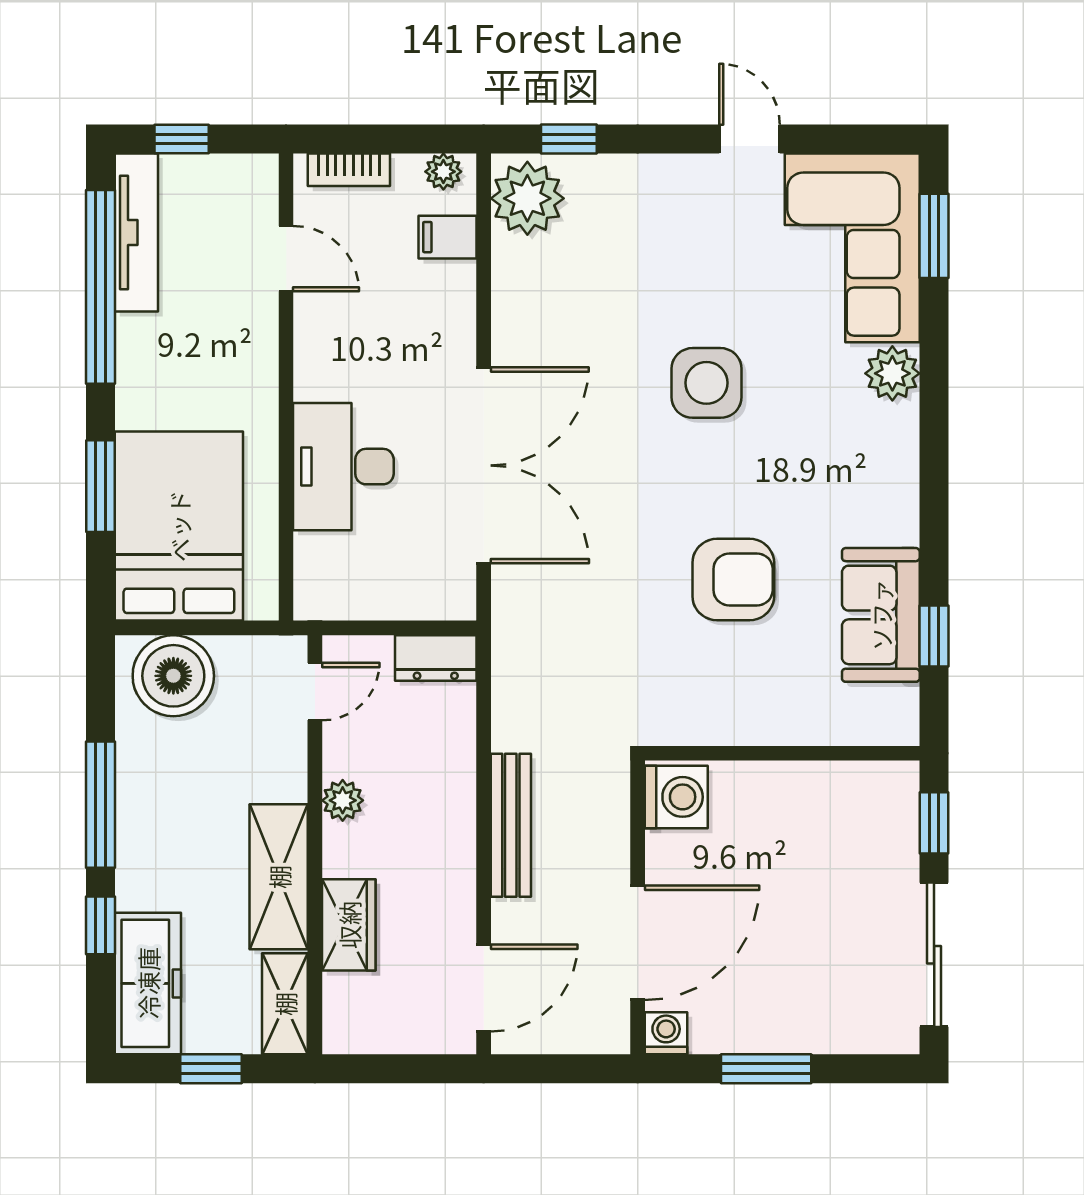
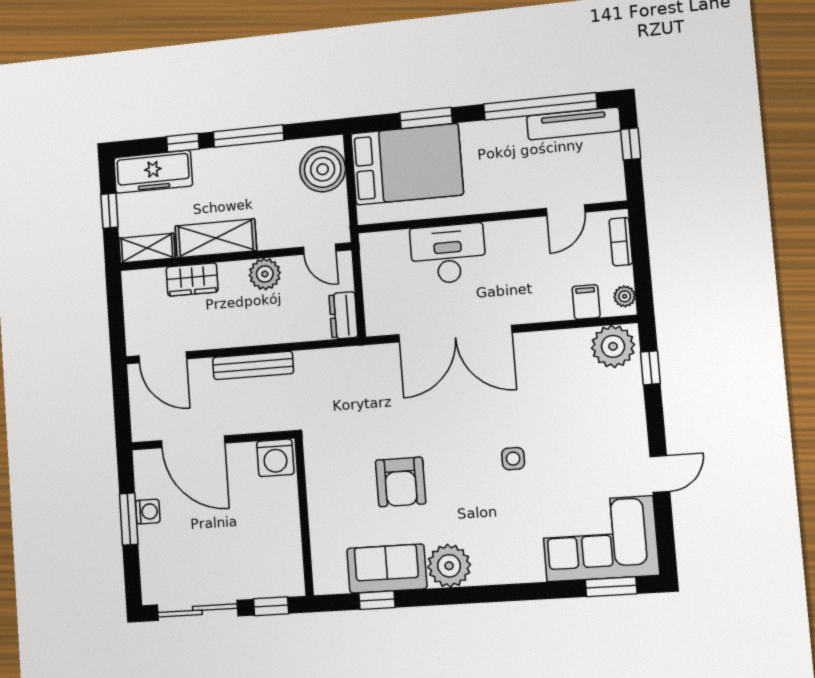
plant: (892, 373) -> (449, 566), moved, width x1.36, depth x1.36
side table: (707, 383) -> (513, 459), width x0.54, depth x0.54
plant: (343, 800) -> (265, 274), width x1.38, depth x1.38
washing machine: (666, 1033) -> (148, 512), moved

